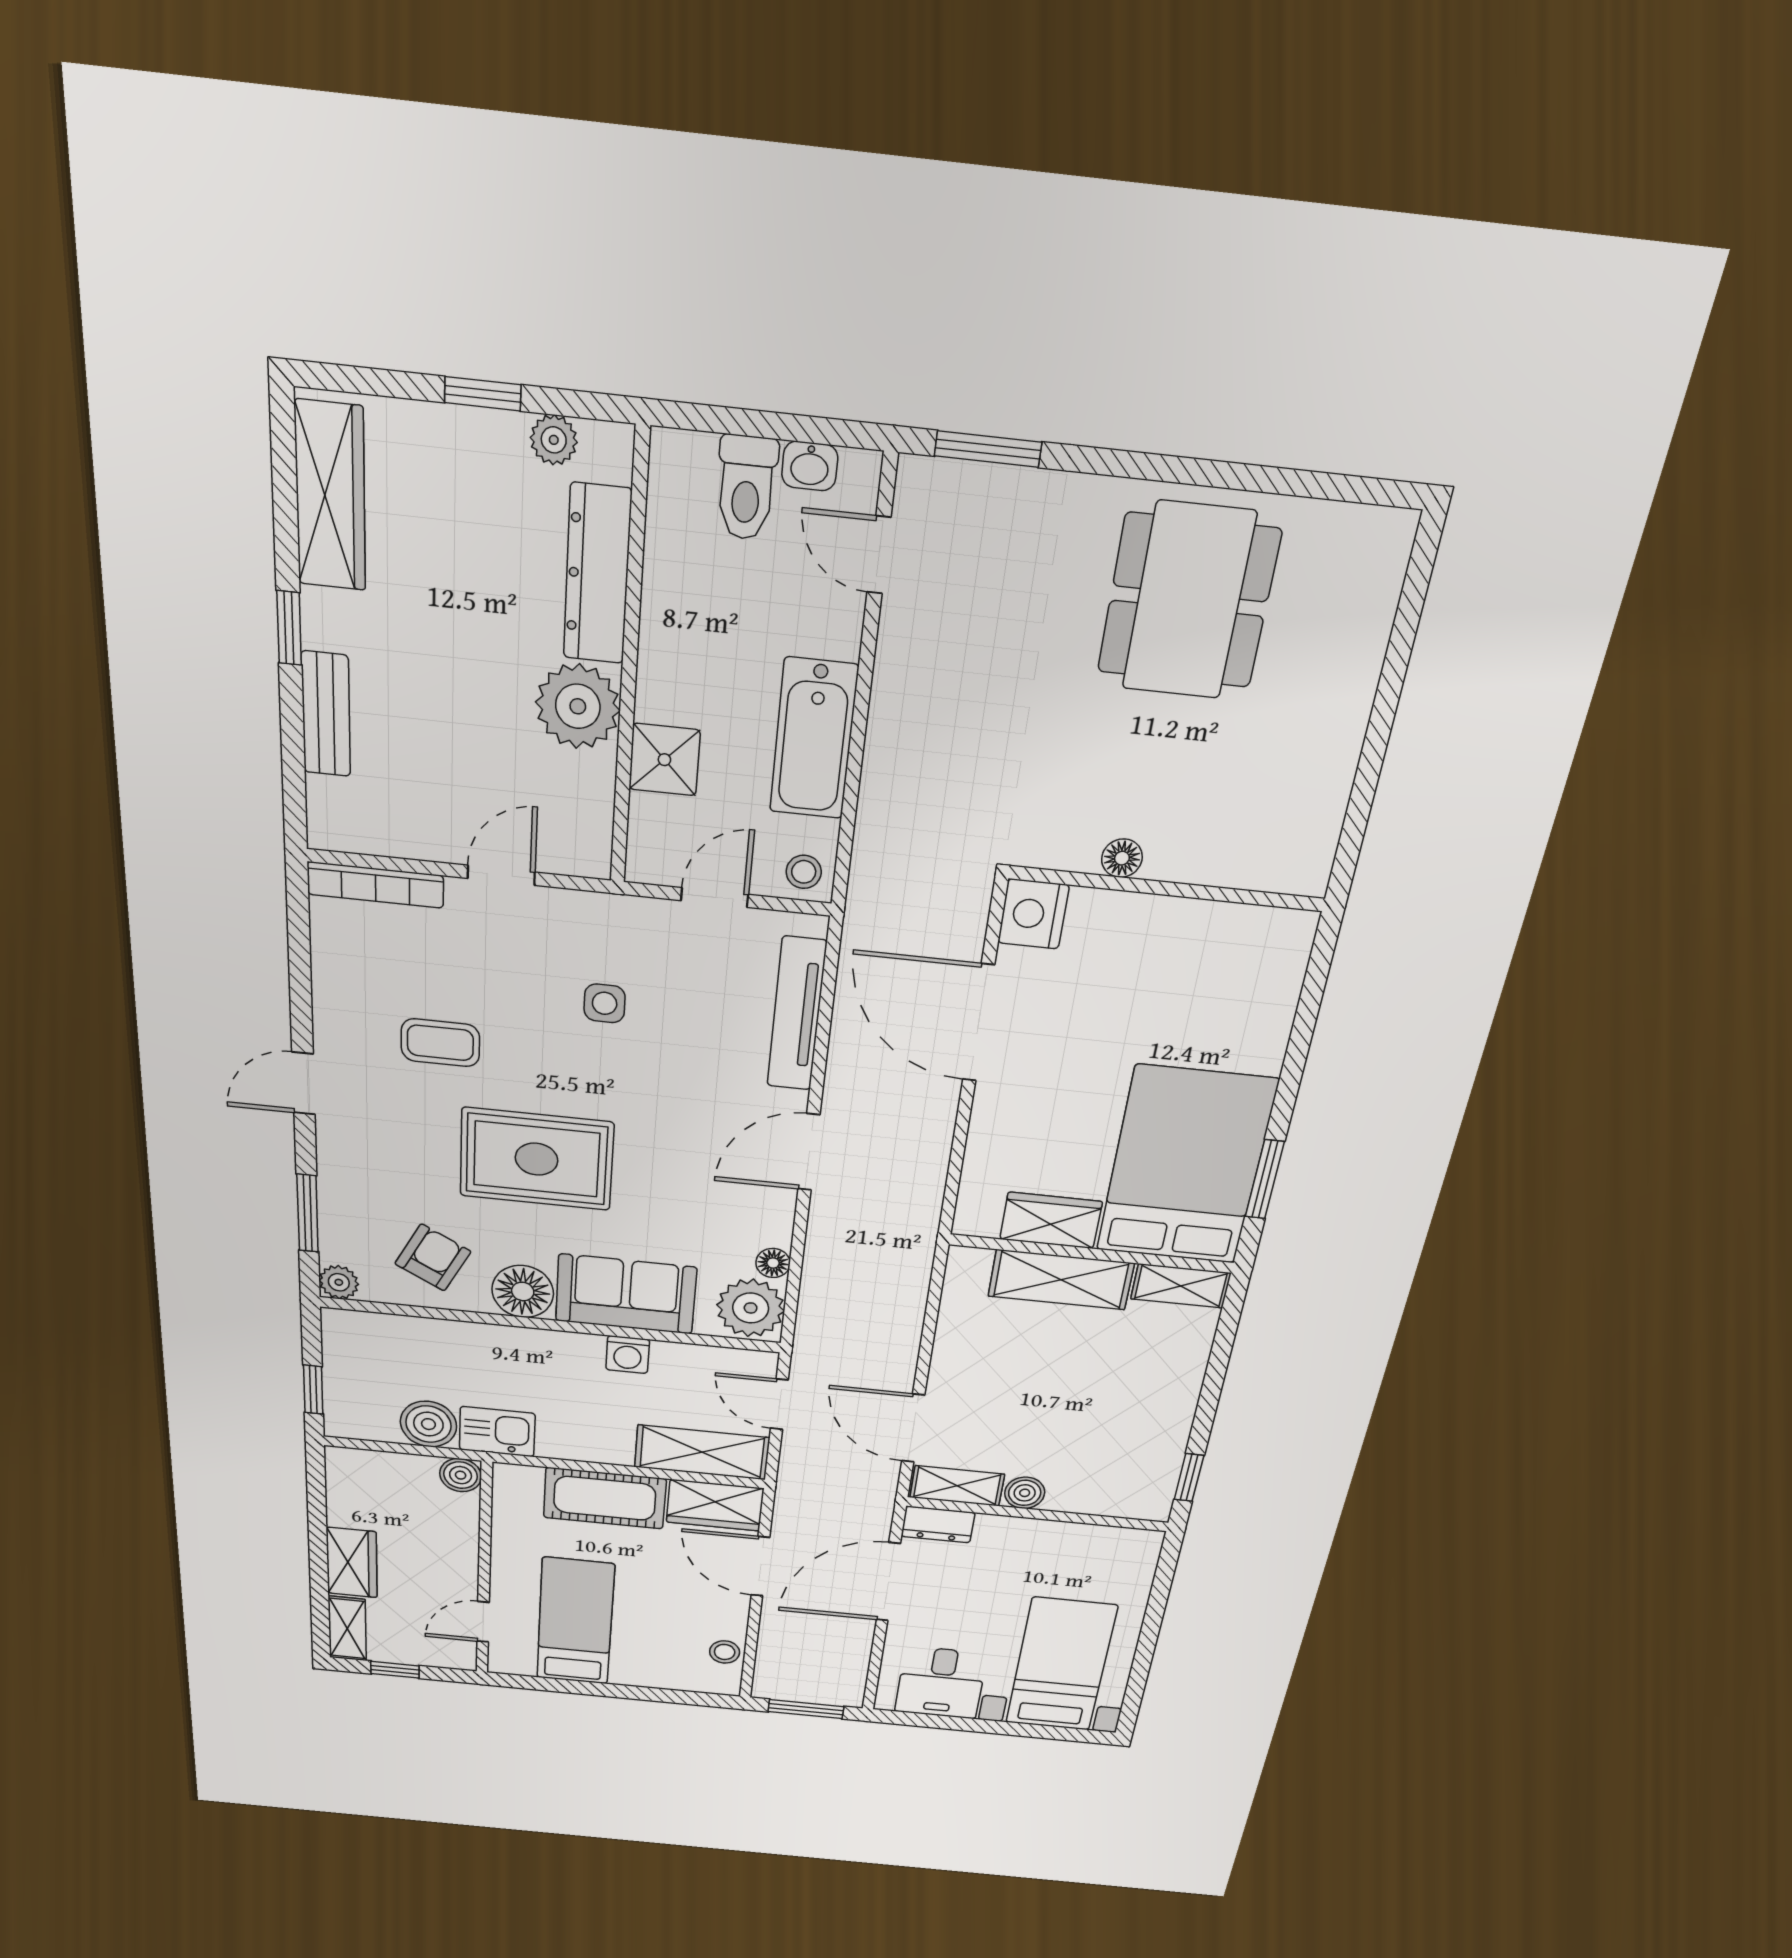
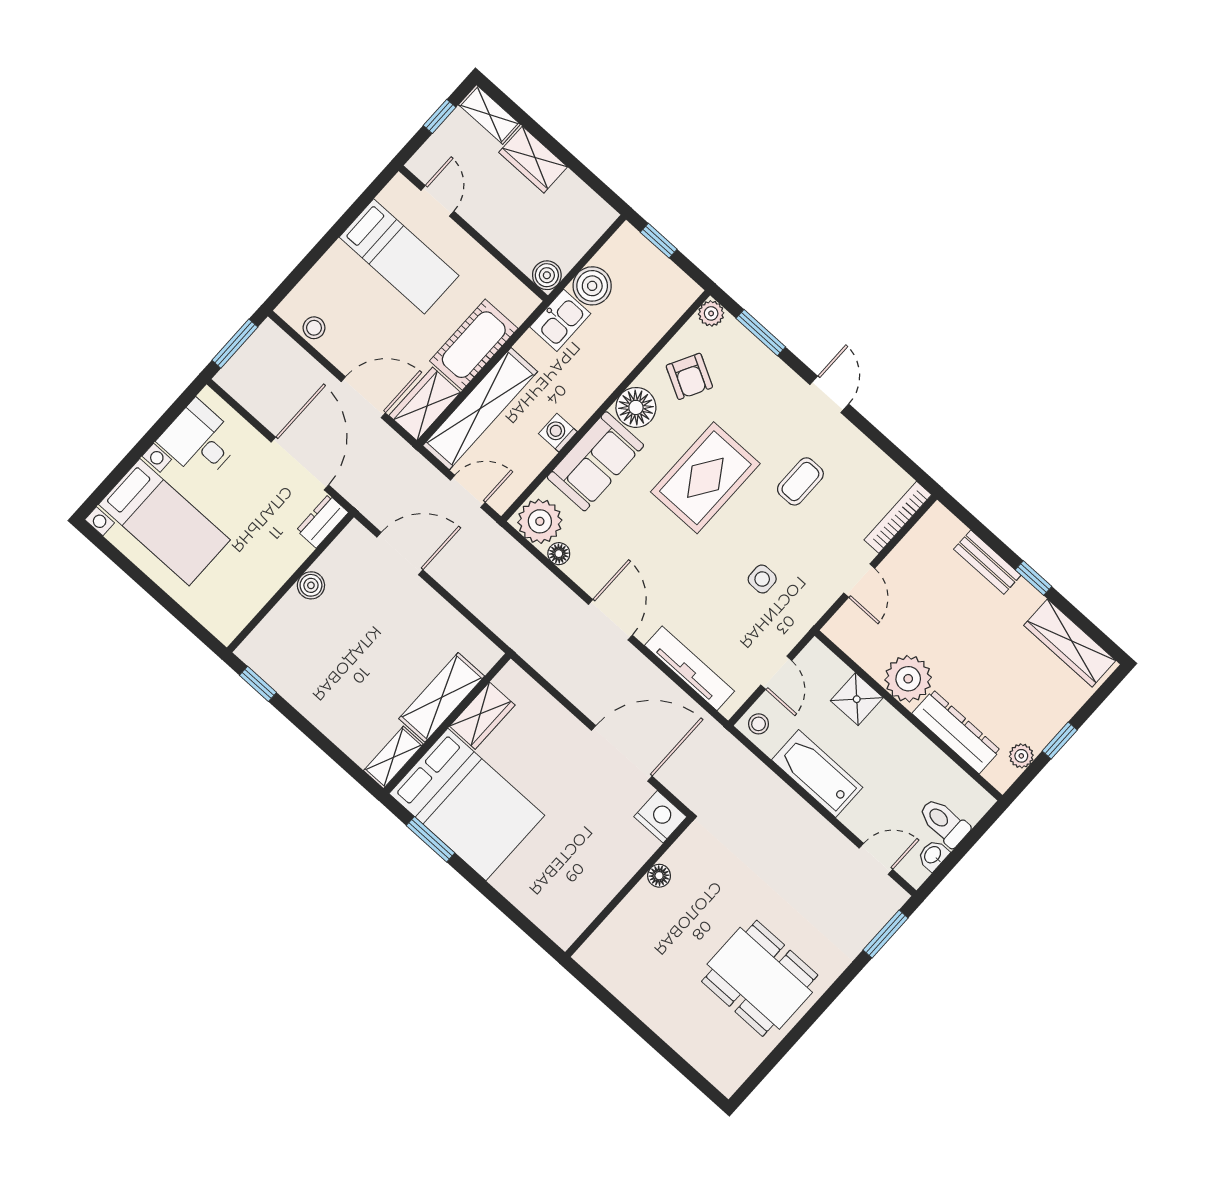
shelving: (702, 1452) -> (480, 409), width x1.47
shelving: (957, 1486) -> (343, 551), removed

